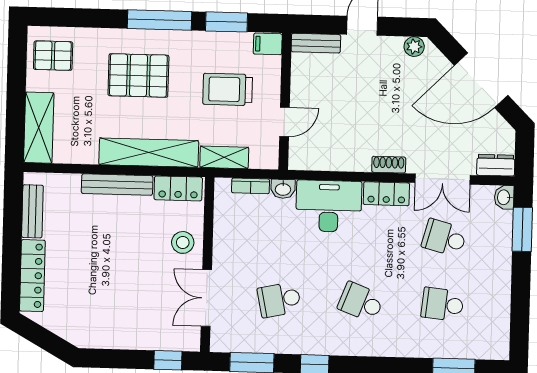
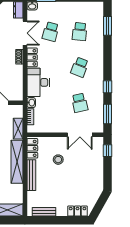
stool: (183, 242) -> (58, 160), moved
locker: (32, 276) -> (78, 211), width x0.66

